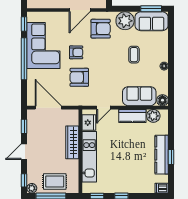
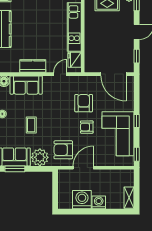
window: (24, 59) -> (137, 121), width x0.32
armchair: (79, 77) -> (84, 103), turned -90
plant: (153, 116) -> (13, 66), removed
wardrobe: (72, 142) -> (90, 41), removed

